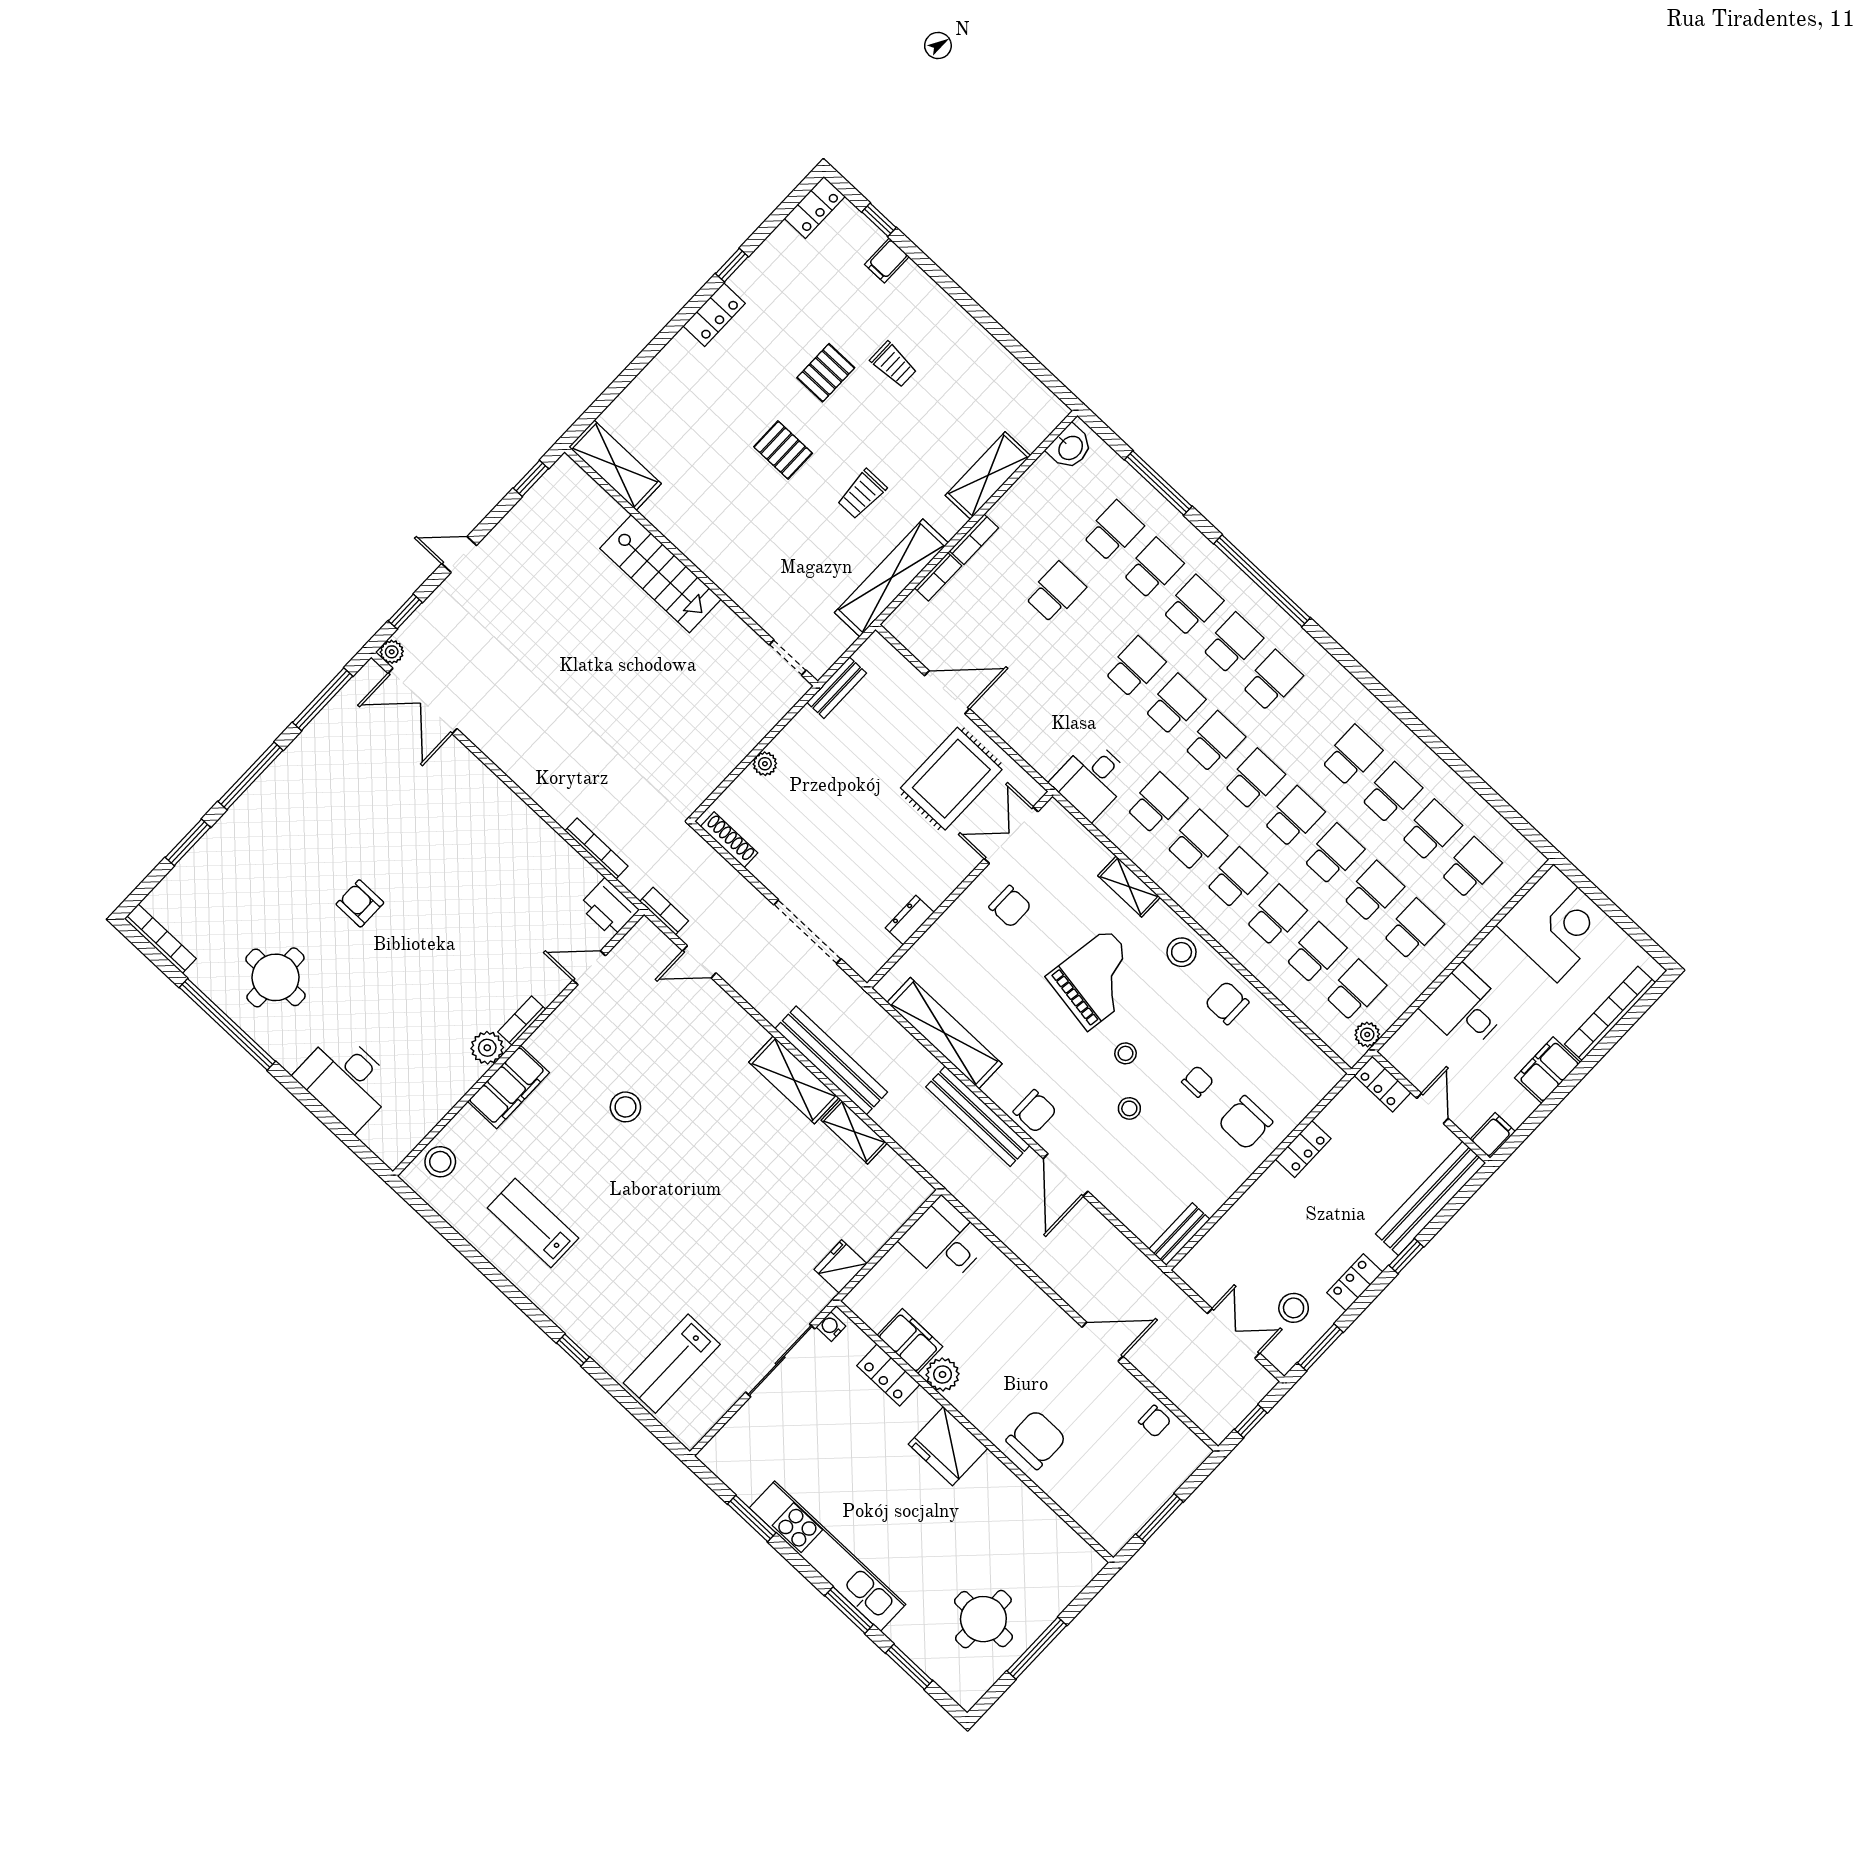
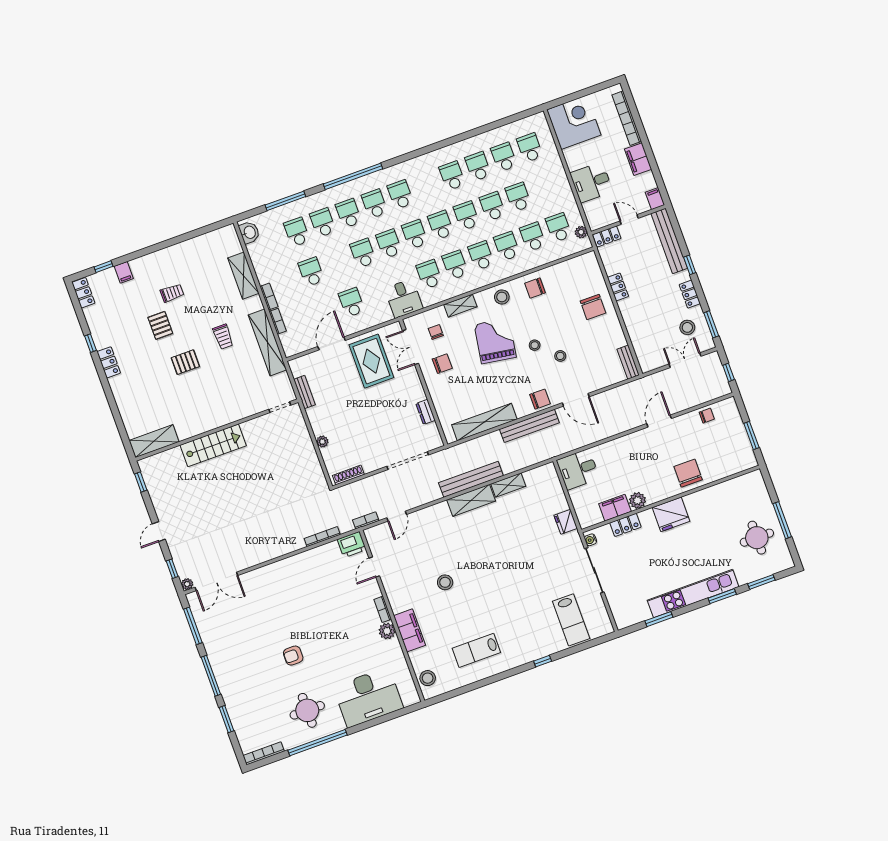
school desk: (1413, 929) -> (352, 302), moved
desk: (346, 1081) -> (368, 697), width x1.36, depth x1.30
chair: (1198, 1082) -> (436, 332), moved

